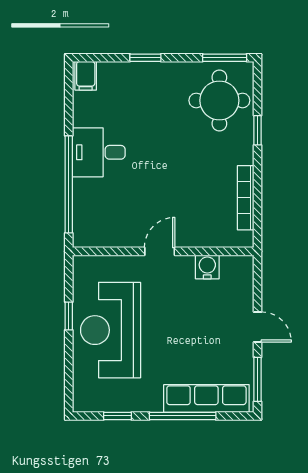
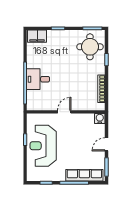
filing cabinet: (86, 76) -> (37, 36), width x2.00
desk: (99, 152) -> (38, 79), moved
water cooler: (207, 267) -> (100, 119), moved
door: (258, 327) -> (106, 144), swing flipped

